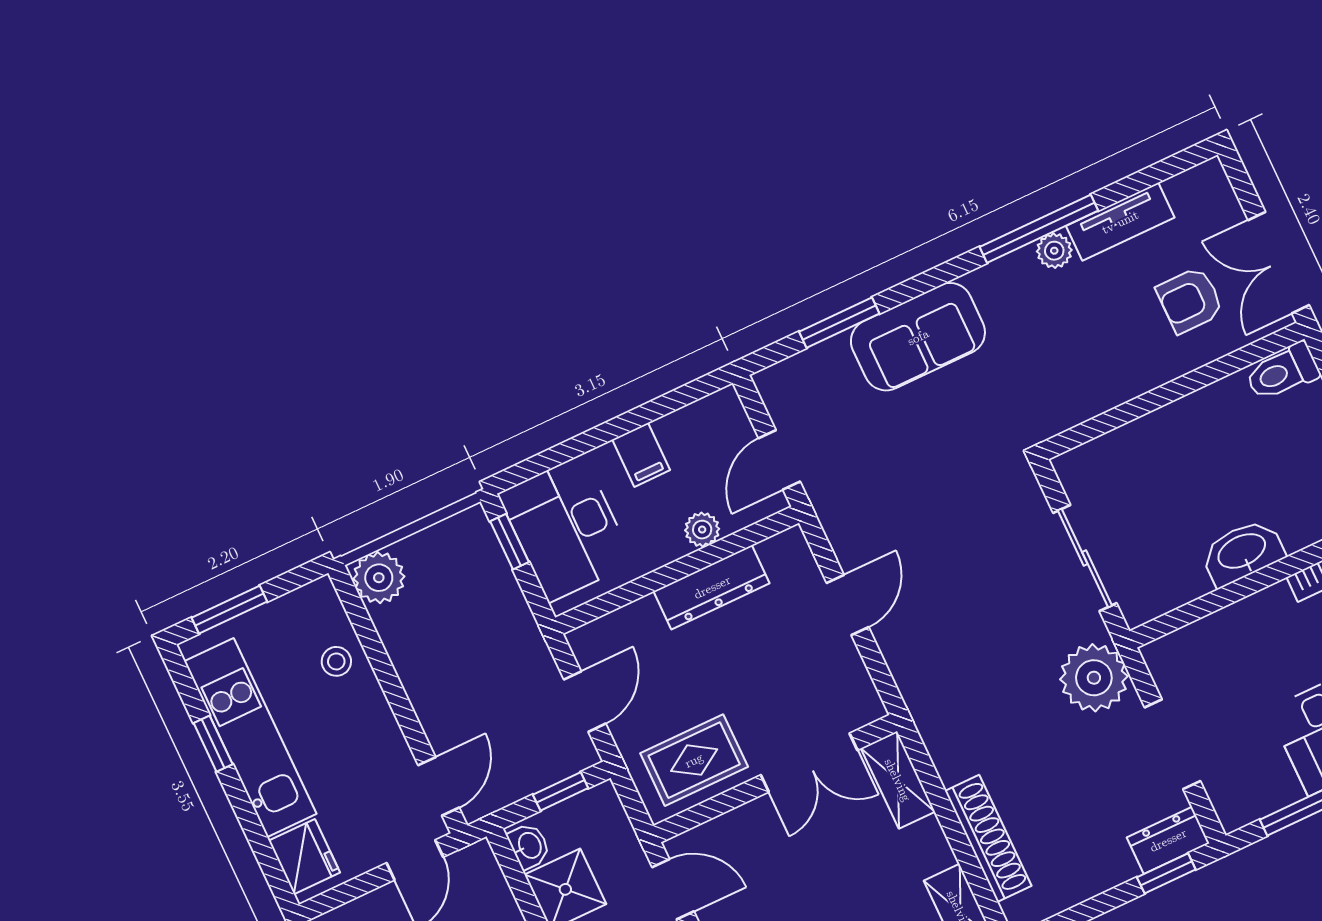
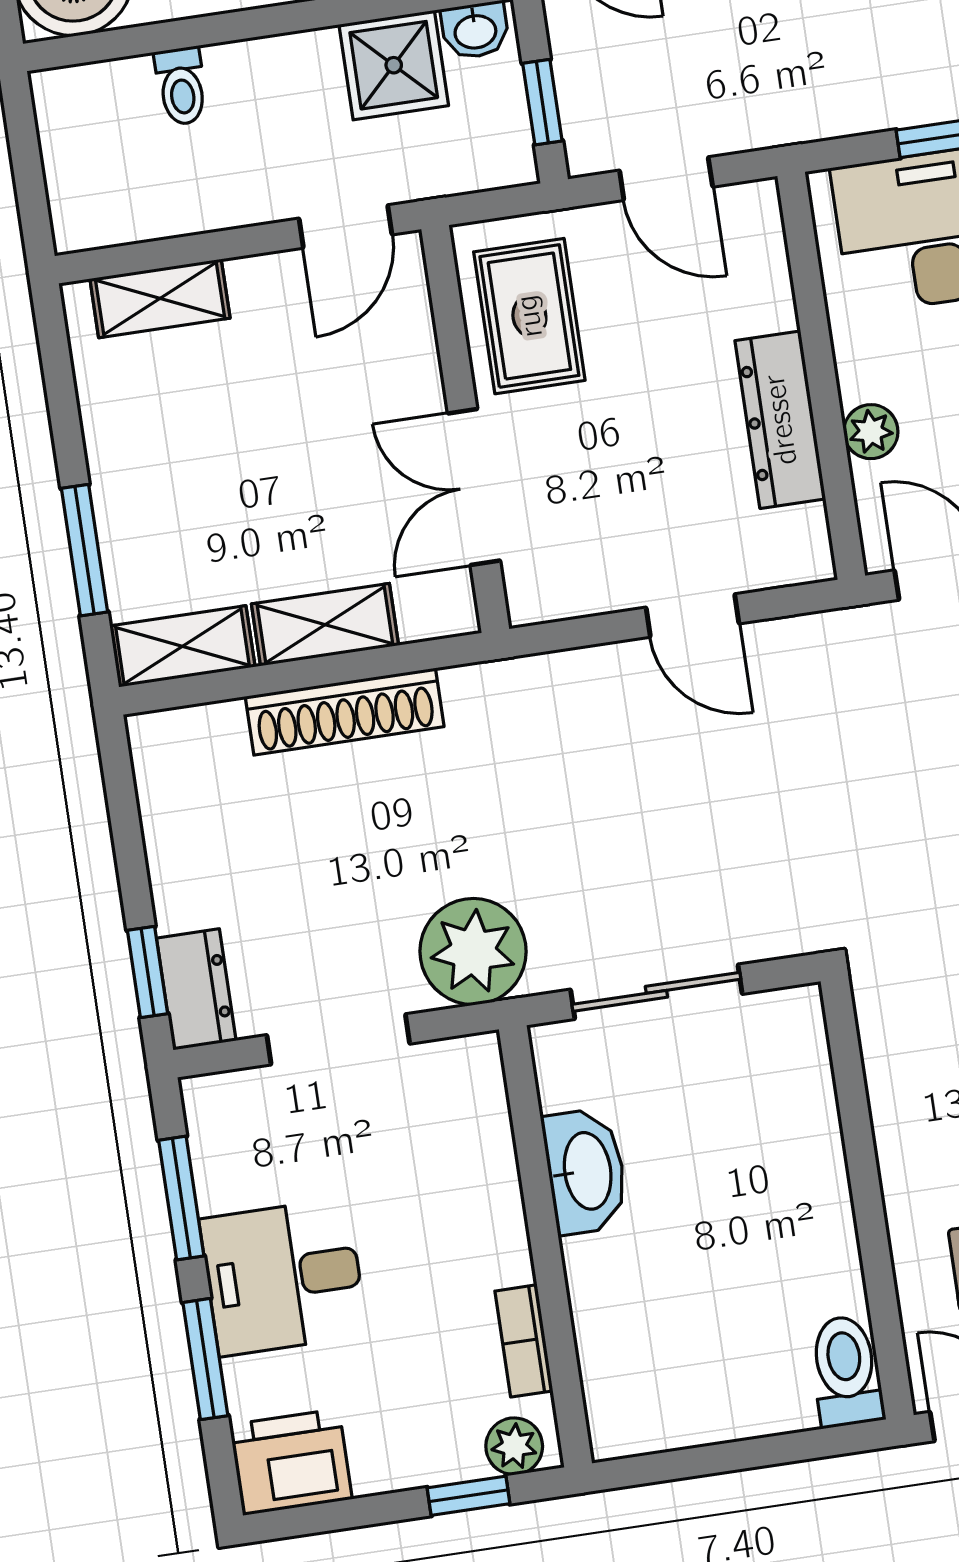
washbasin: (1242, 552) -> (585, 1171), moved
shelving: (898, 780) -> (325, 625), moved
shoe rack: (988, 838) -> (345, 712), moved

